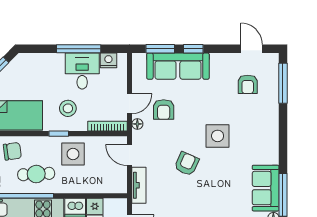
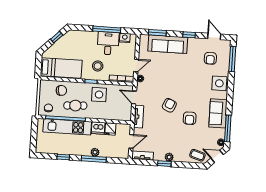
window: (193, 49) -> (189, 35), moved
armchair: (164, 110) -> (190, 118), moved
side table: (218, 136) -> (219, 83), moved
sofa: (266, 188) -> (218, 113), moved

